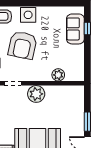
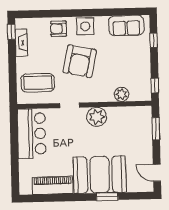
sofa: (75, 29) -> (126, 26), moved, turned -90
window: (87, 68) -> (155, 86), added
window: (87, 122) -> (156, 129), moved

